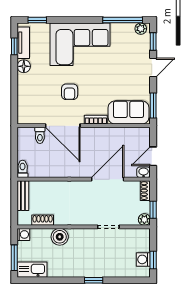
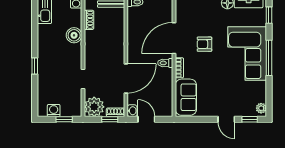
window: (123, 20) -> (269, 58), moved
window: (153, 106) -> (192, 119), removed
toilet: (40, 135) -> (165, 63), moved
door: (108, 179) -> (126, 78), hinge flipped
window: (153, 210) -> (110, 119), moved
plant: (144, 219) -> (94, 107), width x1.88, depth x1.88
window: (153, 260) -> (64, 119), moved

